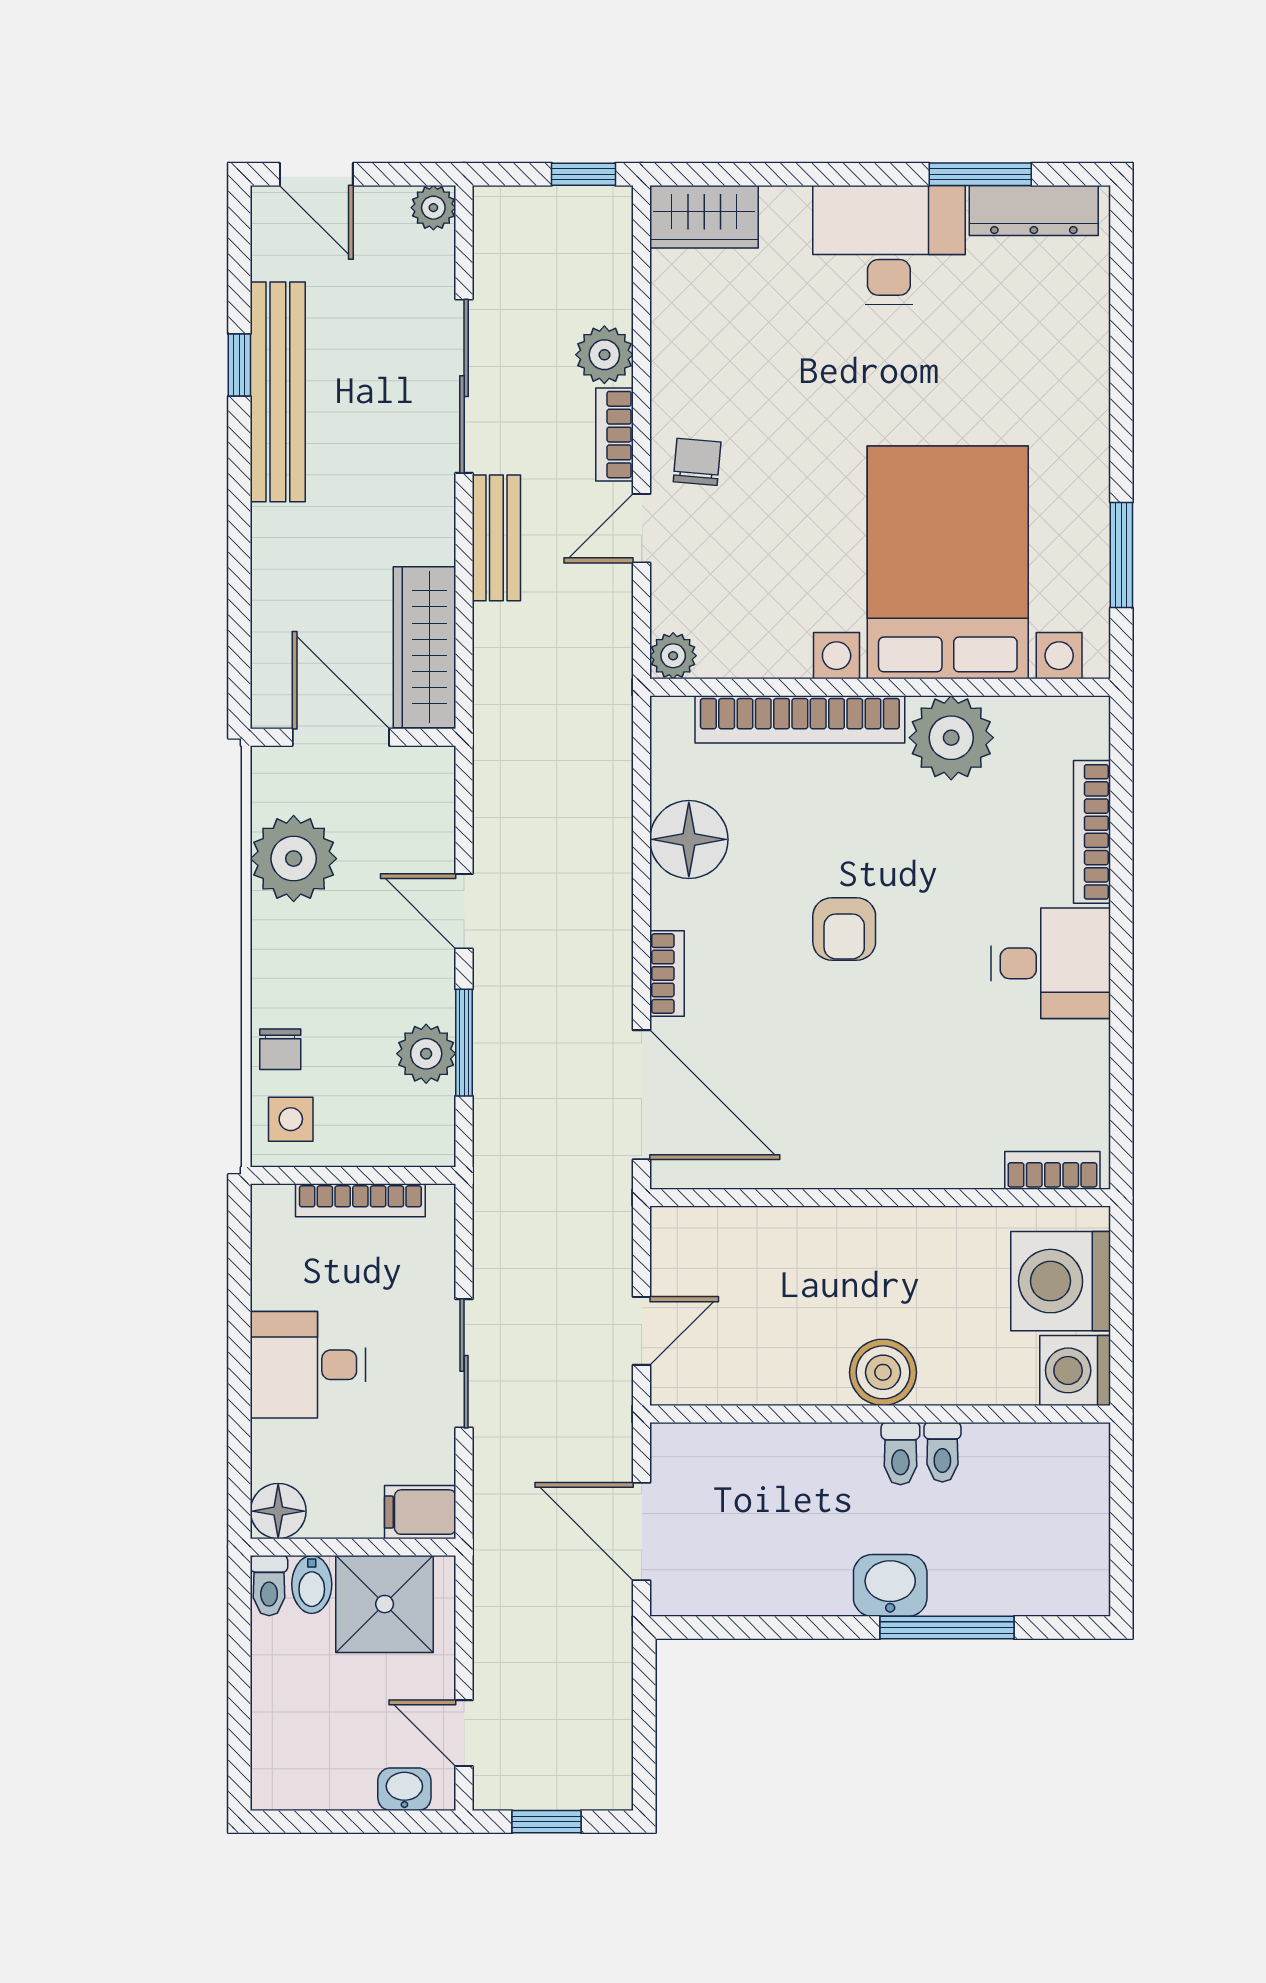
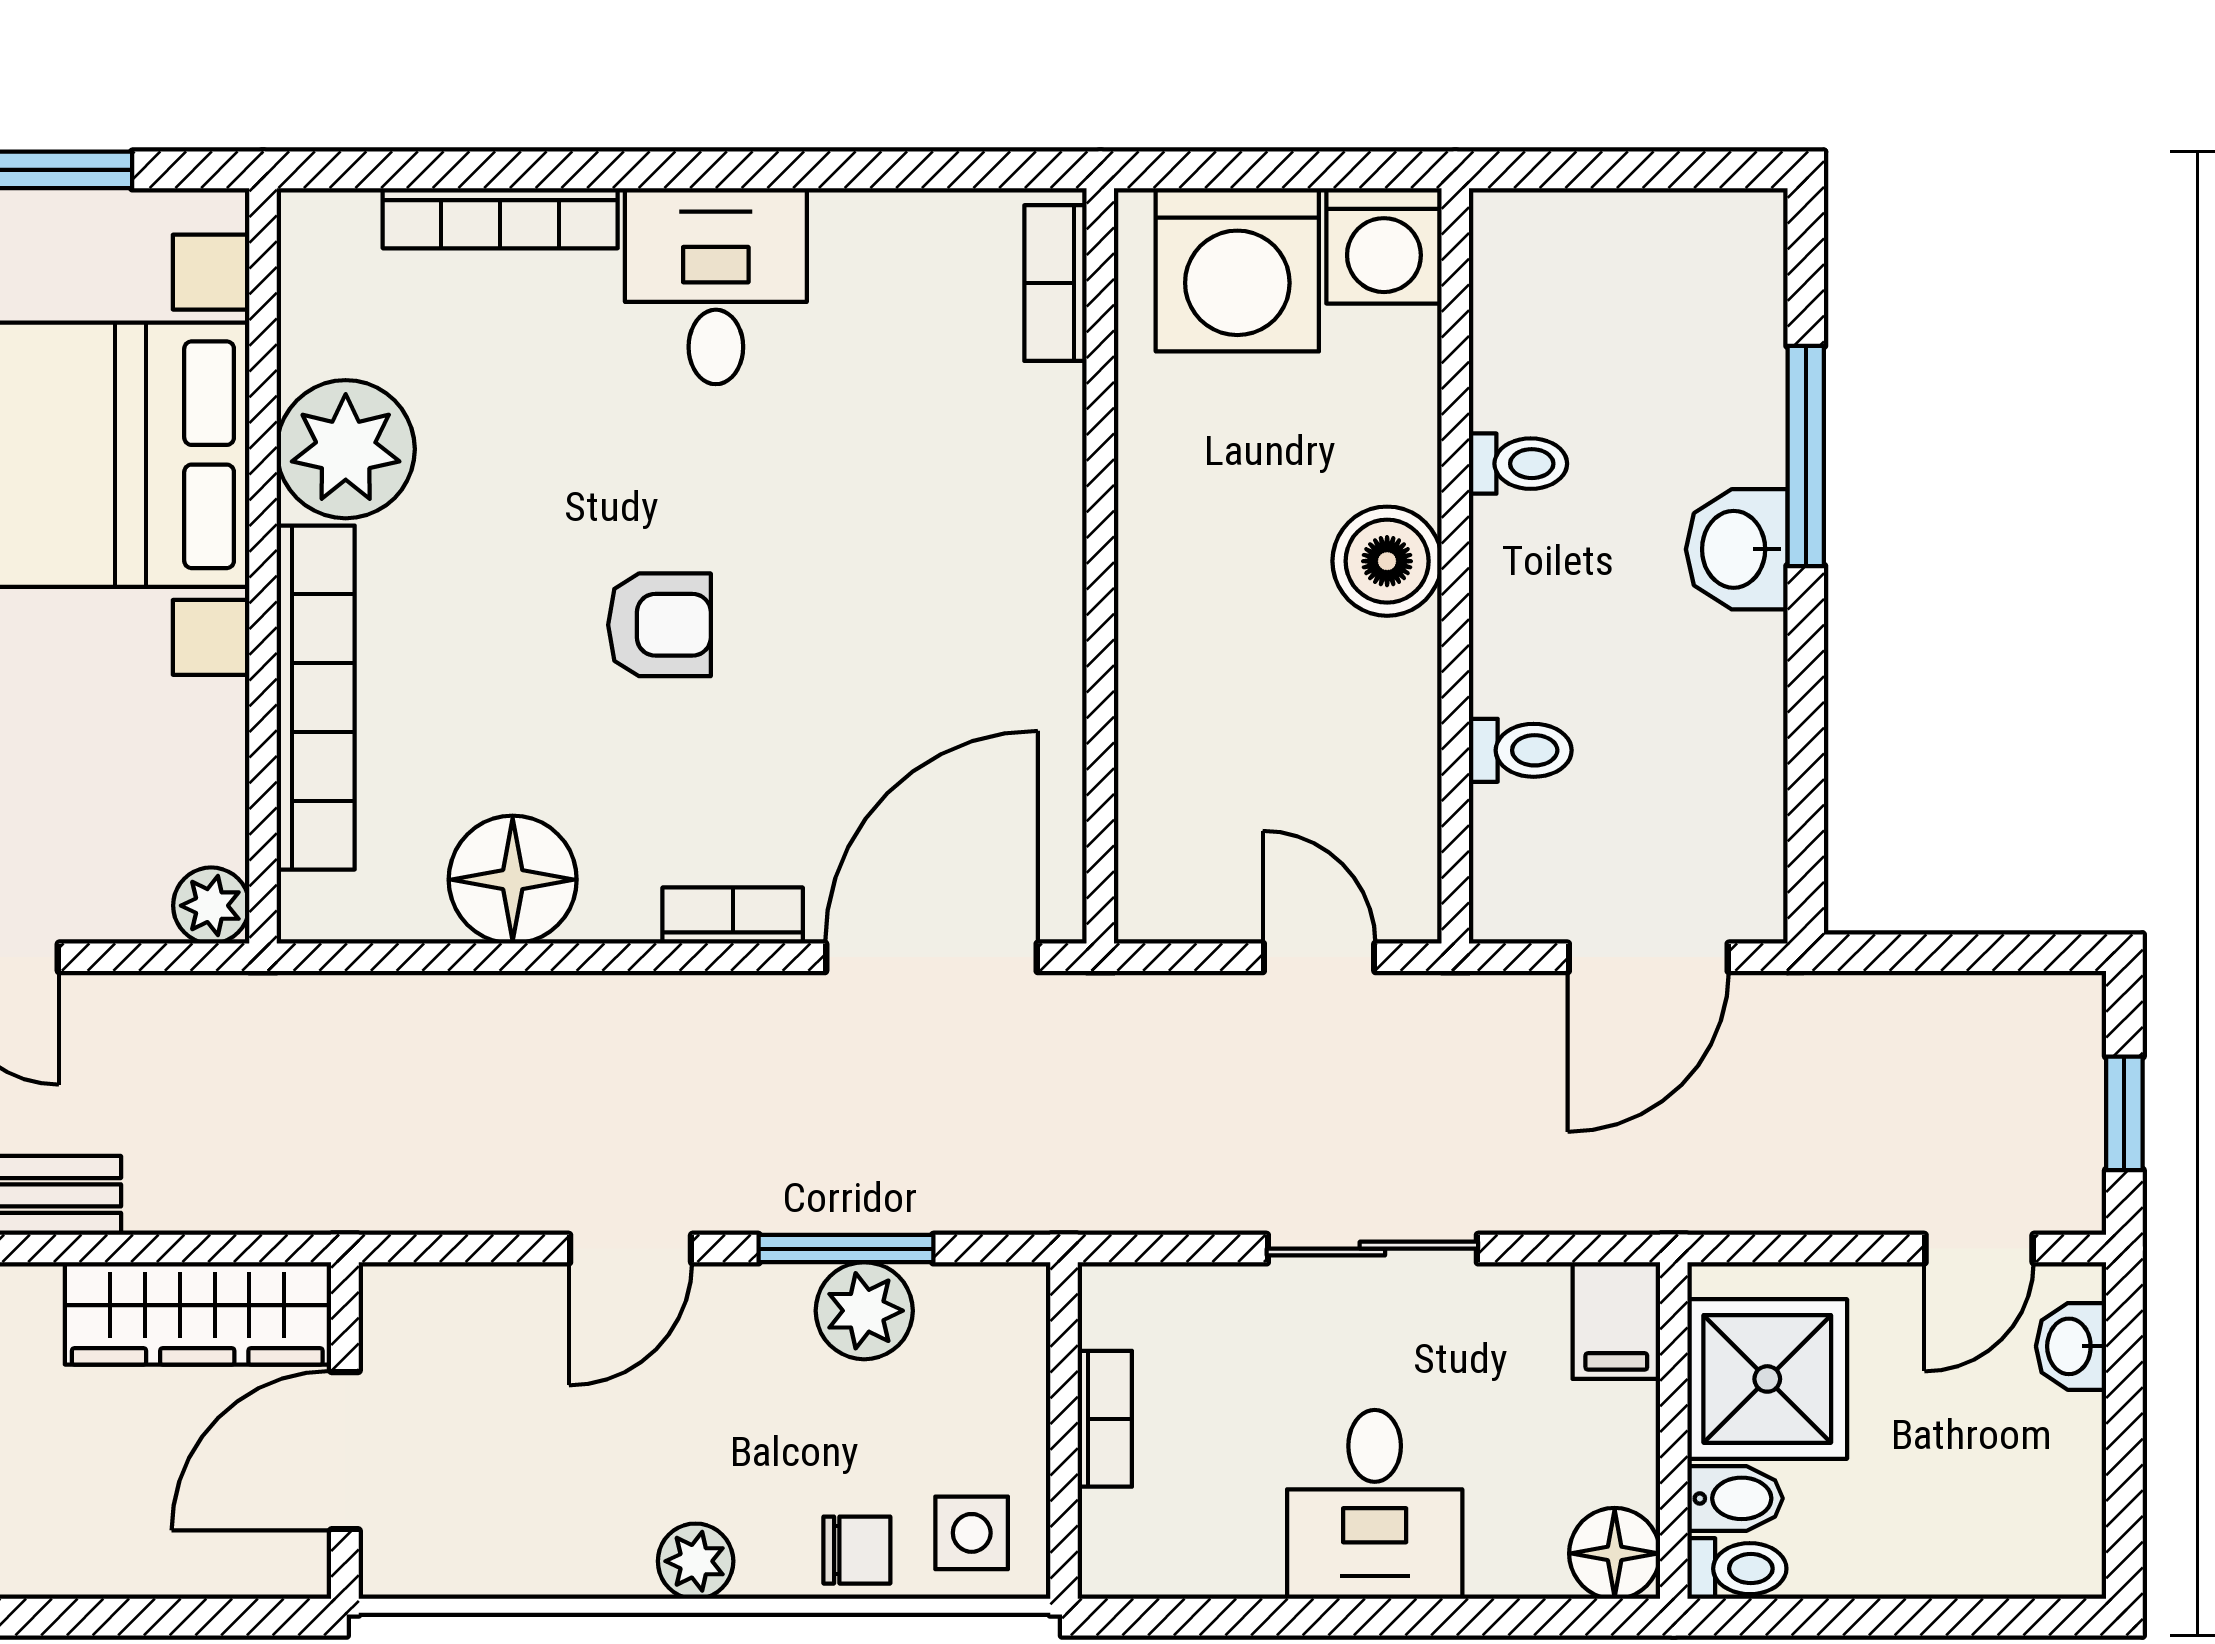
plant: (294, 859) -> (696, 1561), moved, width x0.53, depth x0.53
bookcase: (360, 1200) -> (1105, 1419), width x0.64
toilet: (900, 1454) -> (1520, 750), moved

